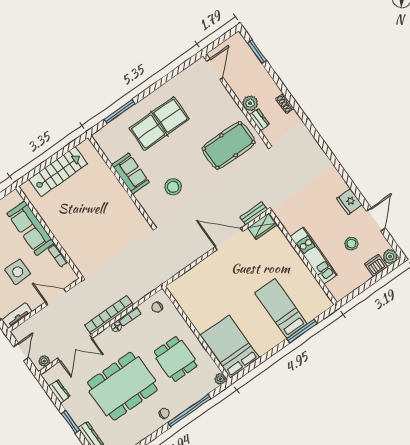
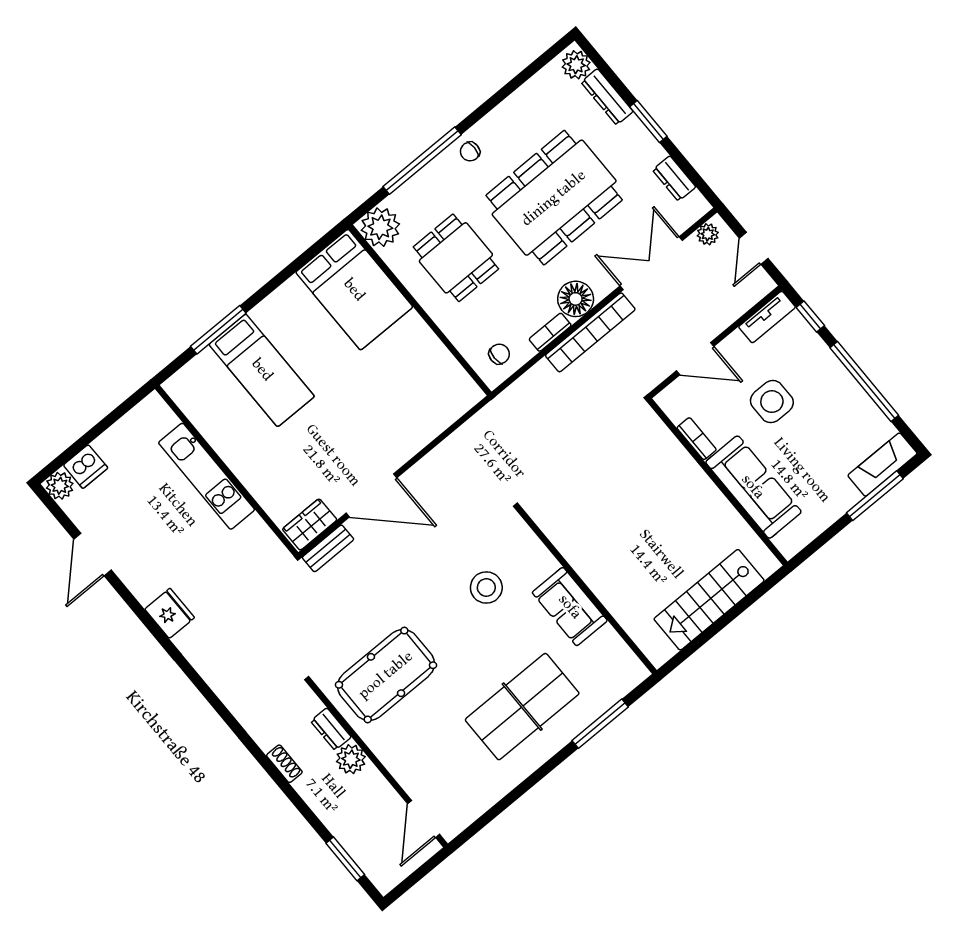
fridge: (349, 202) -> (170, 613), moved
stool: (351, 244) -> (136, 505), removed
floor lamp: (116, 327) -> (576, 299), width x1.89, depth x1.89
plant: (220, 379) -> (380, 227), width x1.88, depth x1.88

